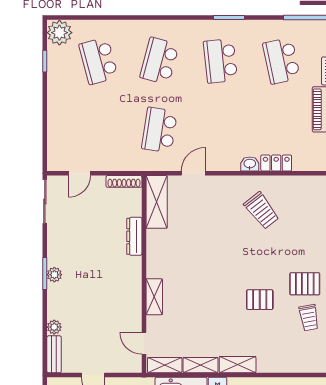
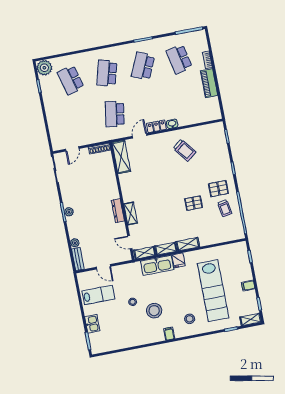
school desk: (220, 61) -> (143, 66), turned 30
locker: (276, 163) -> (156, 126), moved
dresser: (134, 236) -> (118, 211), moved

